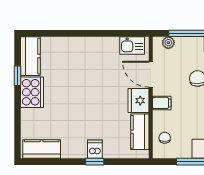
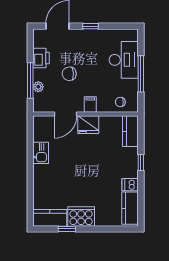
plant: (168, 43) -> (38, 87), moved
kitchen sink: (132, 45) -> (41, 153), moved
kitchen counter: (140, 132) -> (130, 131), moved, turned 90
dishwasher: (95, 149) -> (130, 185), moved

